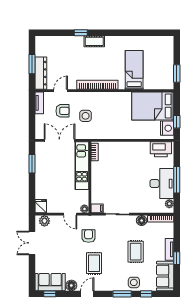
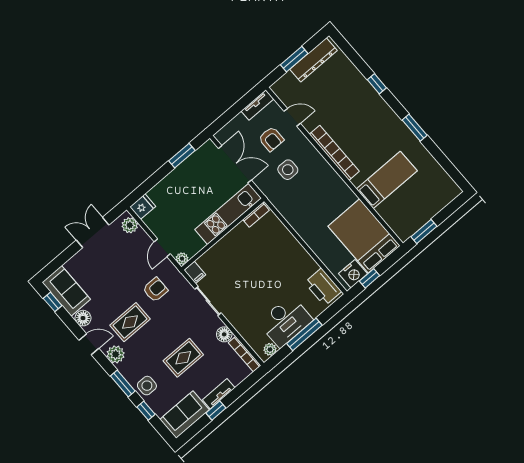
window: (120, 33) -> (415, 128), added
cot: (94, 41) -> (380, 107), removed
dresser: (41, 73) -> (314, 60), moved
plant: (104, 285) -> (116, 354), added

